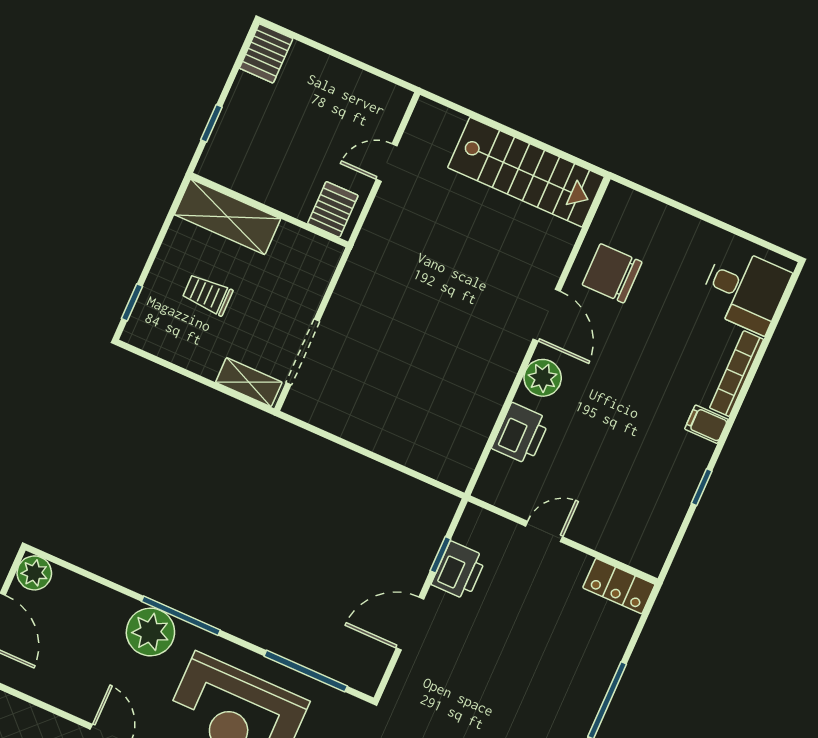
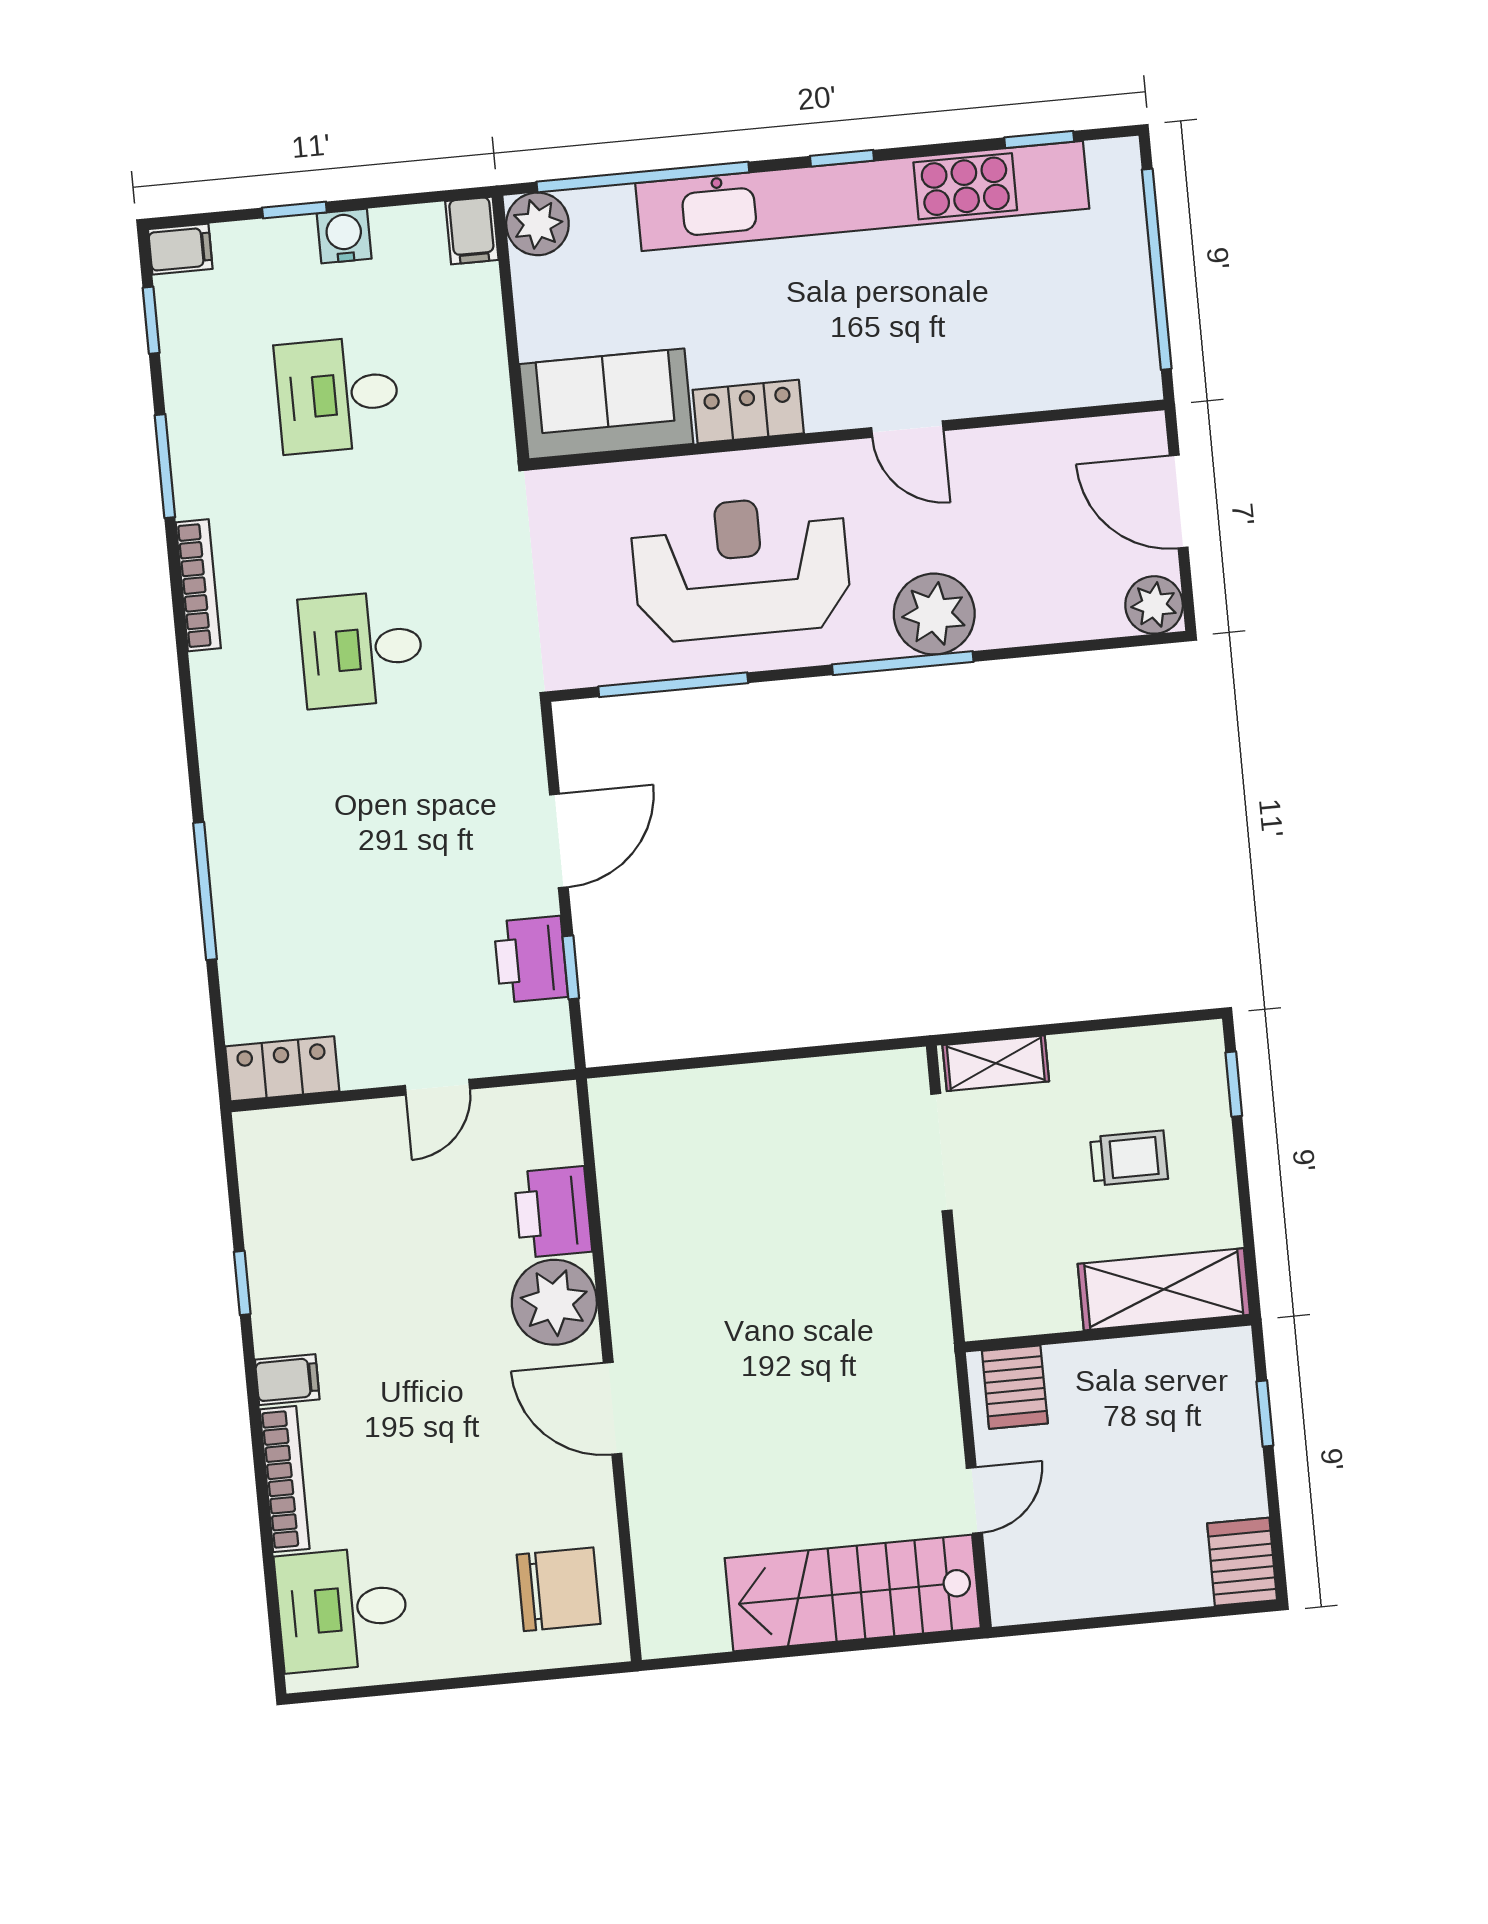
stairs: (526, 172) -> (853, 1593), moved
chair: (612, 273) -> (559, 1589), moved
plant: (543, 378) -> (554, 1302), width x1.36, depth x1.36

